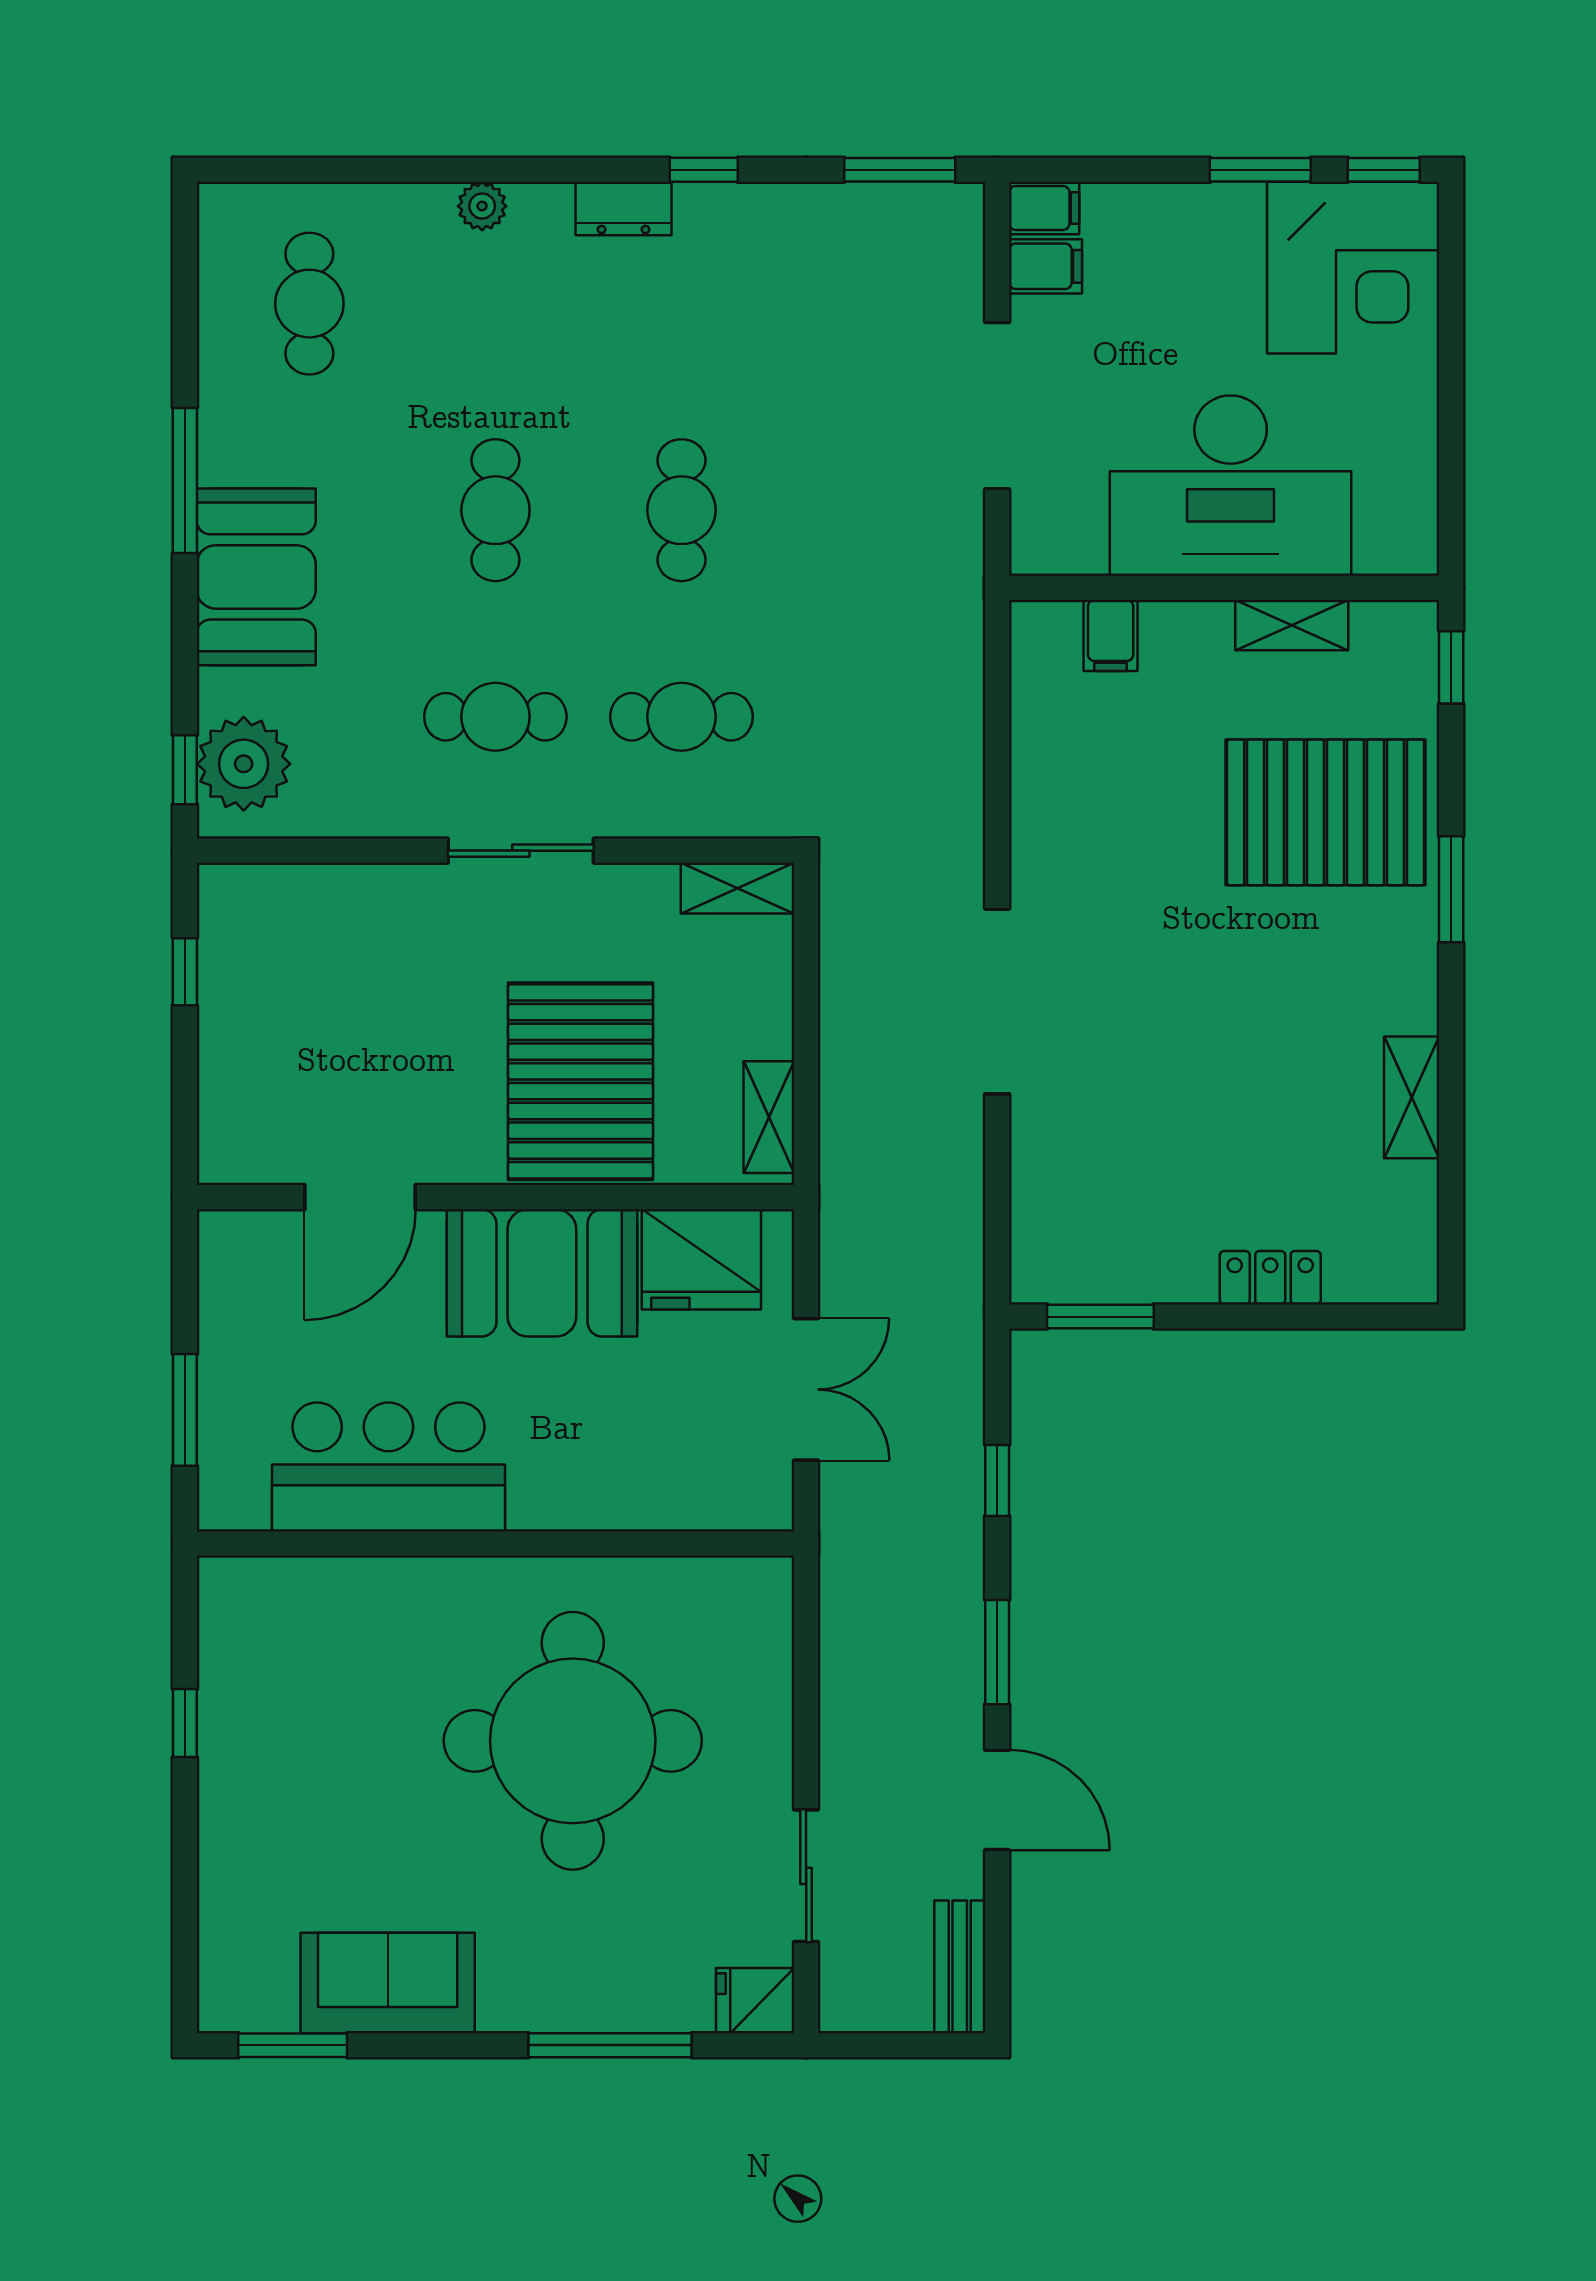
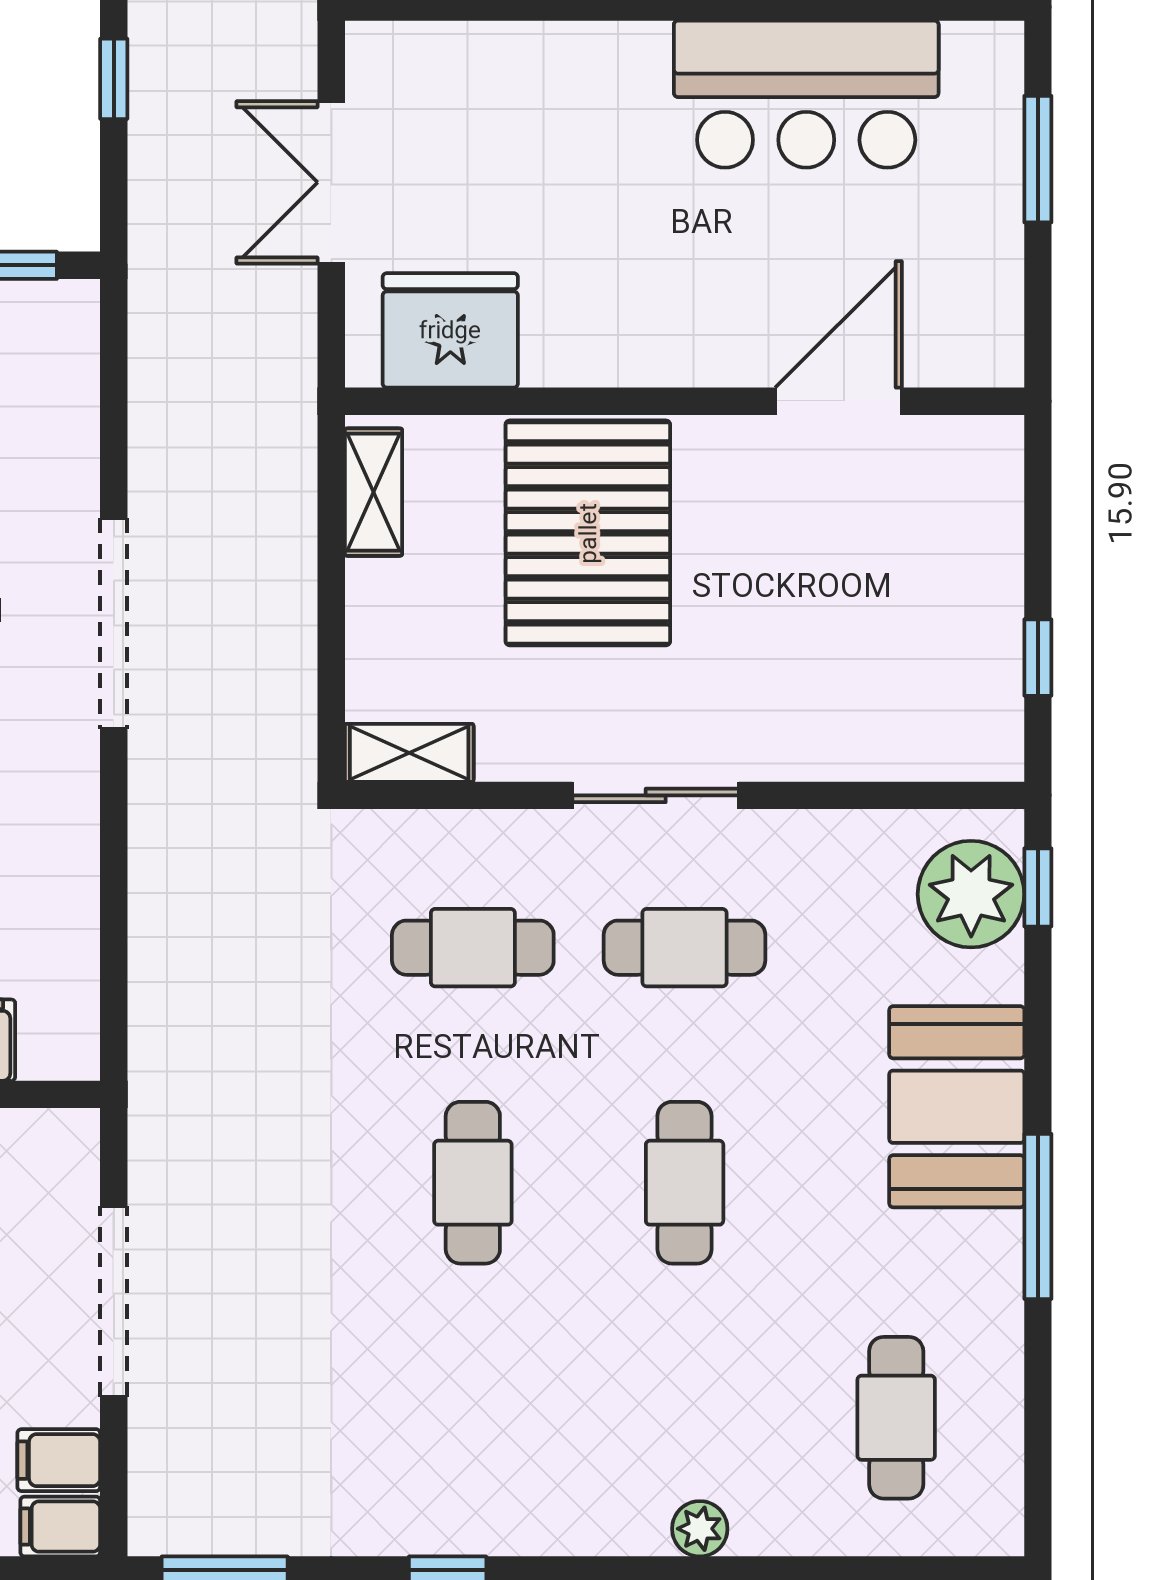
dresser: (624, 209) -> (539, 1526), removed
booth: (542, 1273) -> (632, 315), removed

